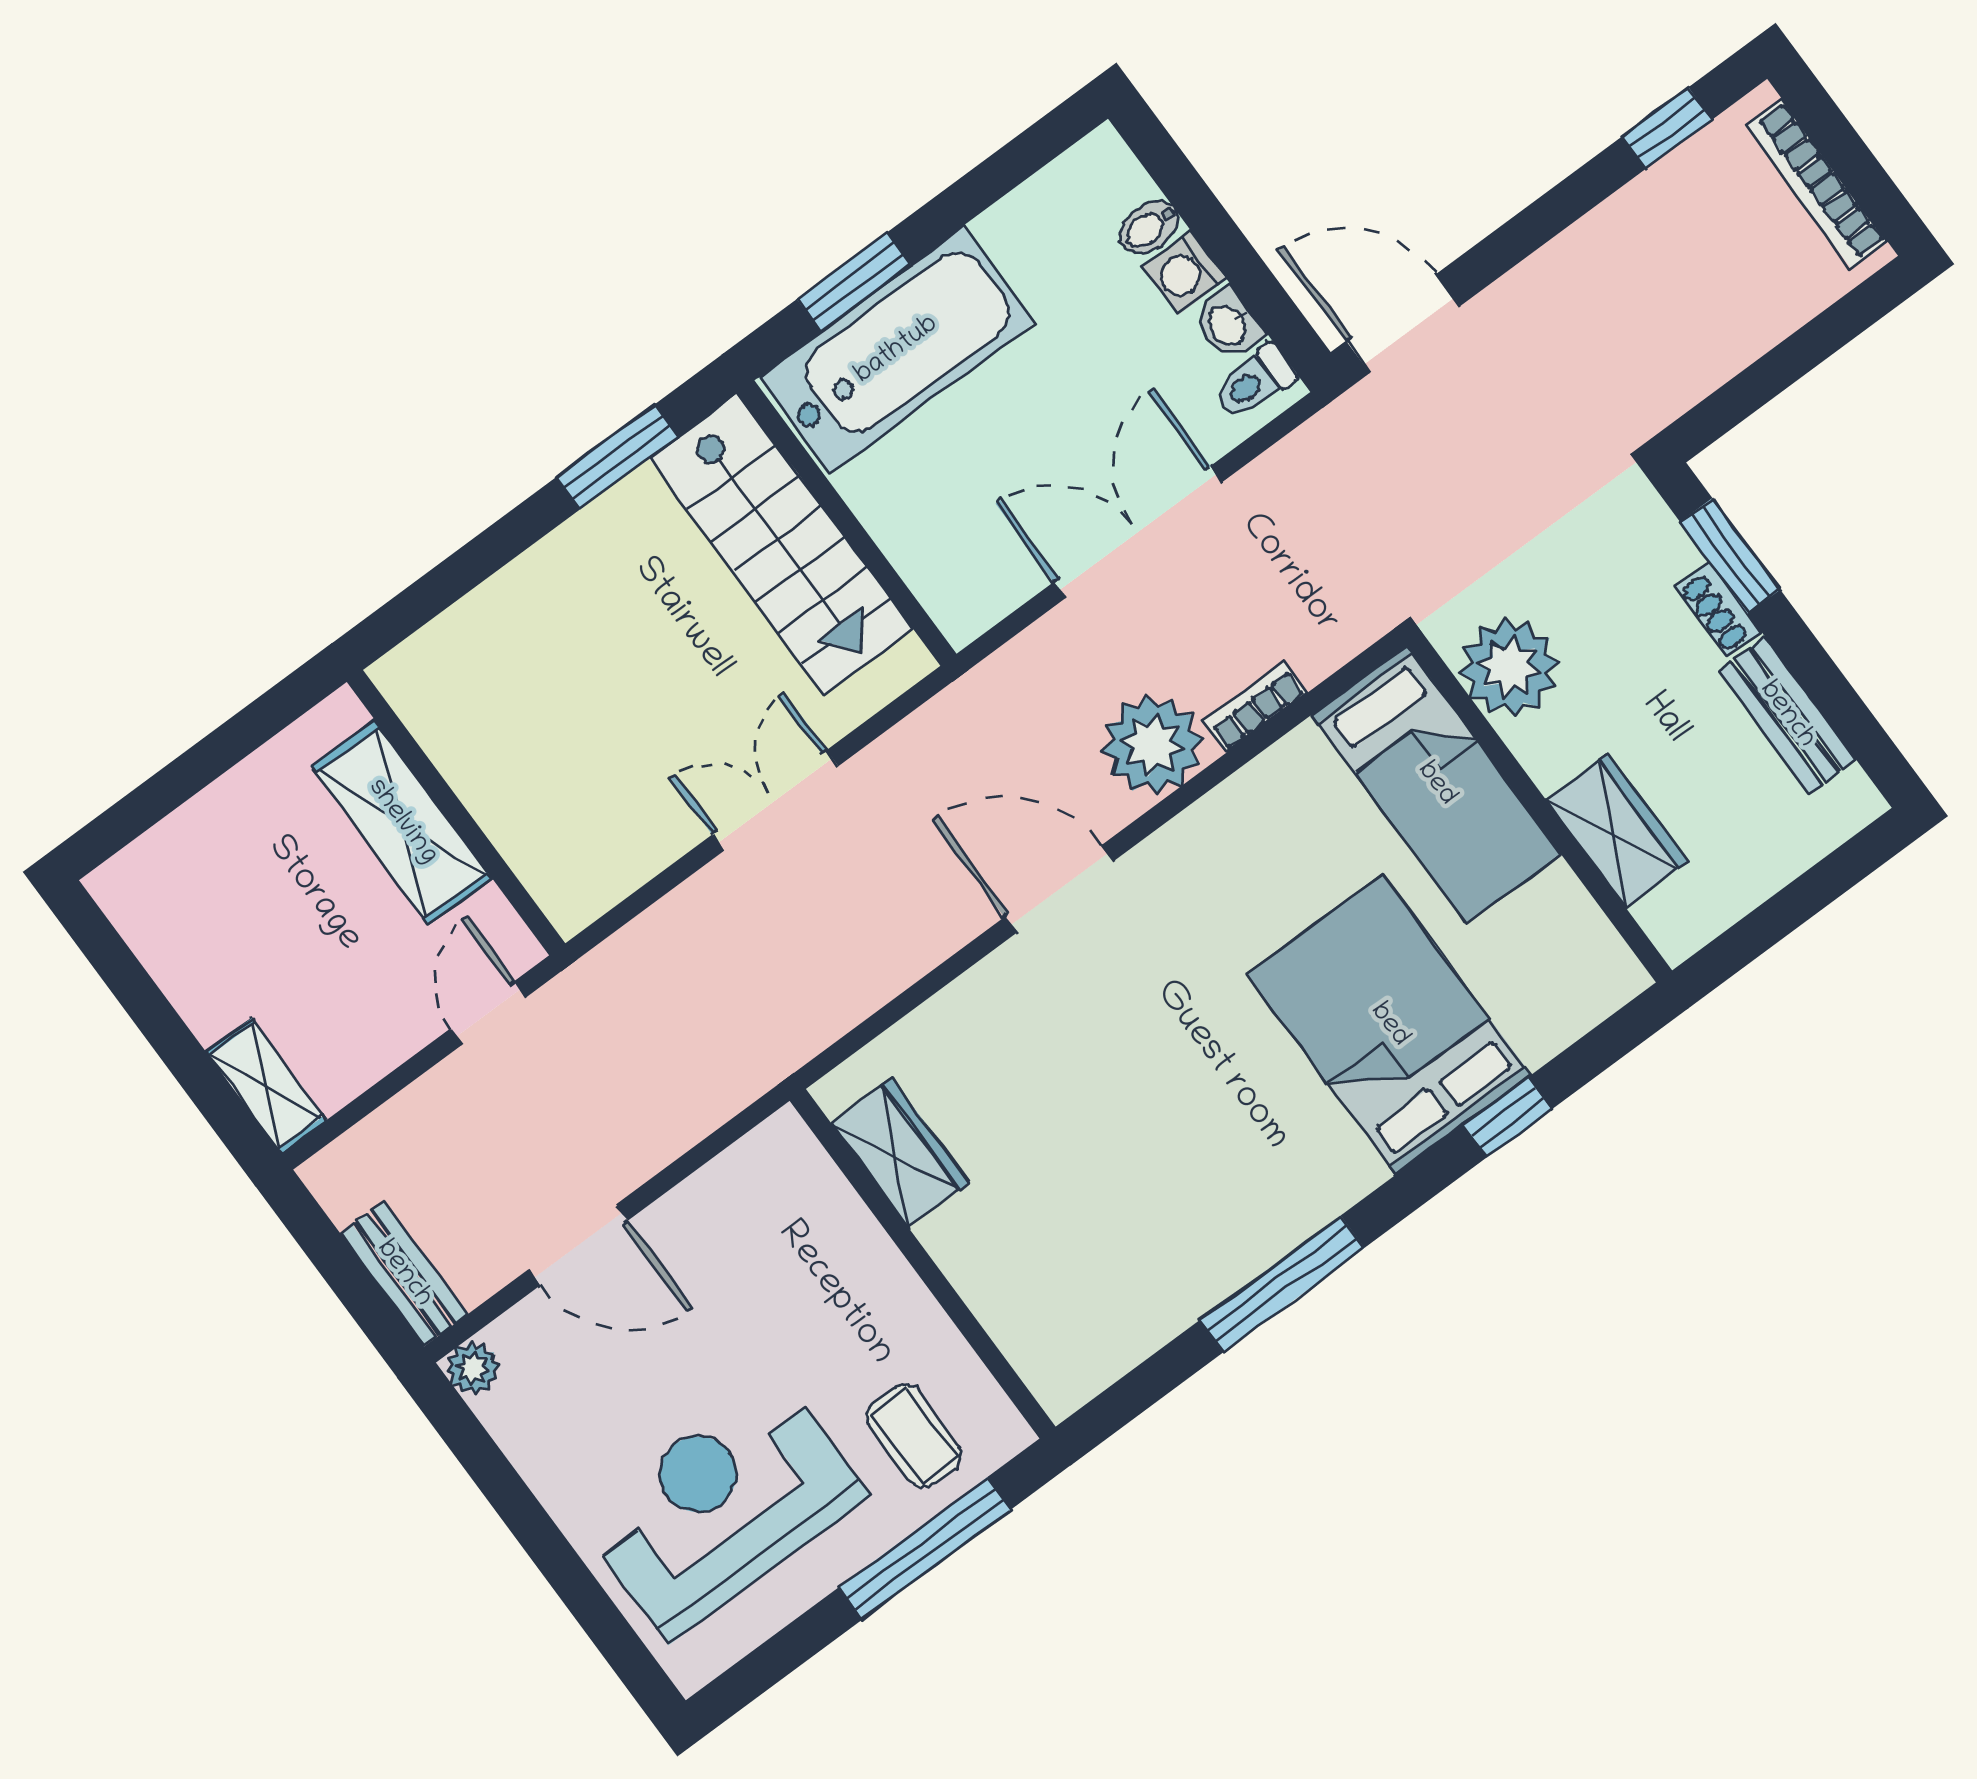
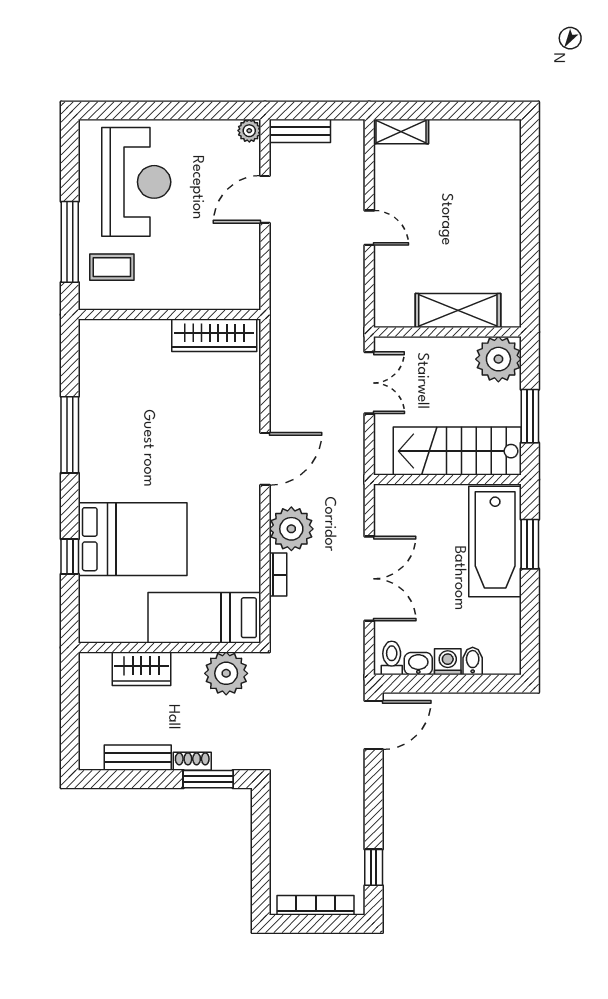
plant: (554, 594) -> (498, 359), added
wall: (456, 813) -> (447, 332), moved
shelving: (402, 822) -> (458, 311), moved
wardrobe: (900, 1153) -> (214, 335), width x1.50

